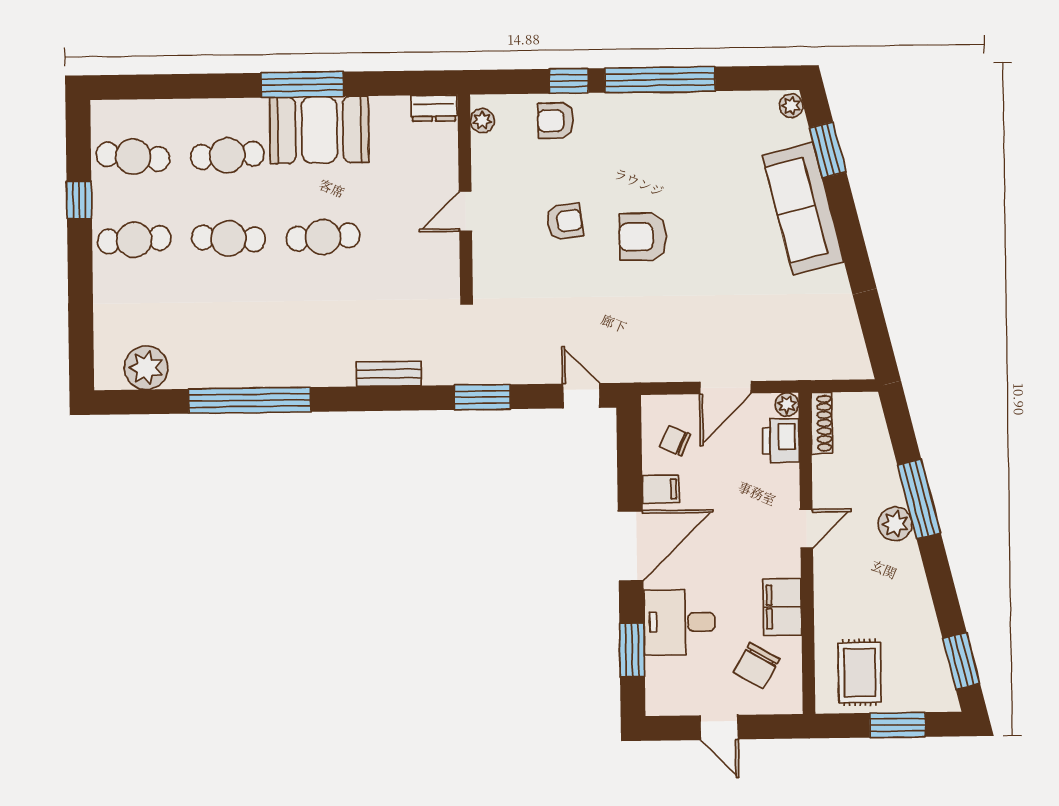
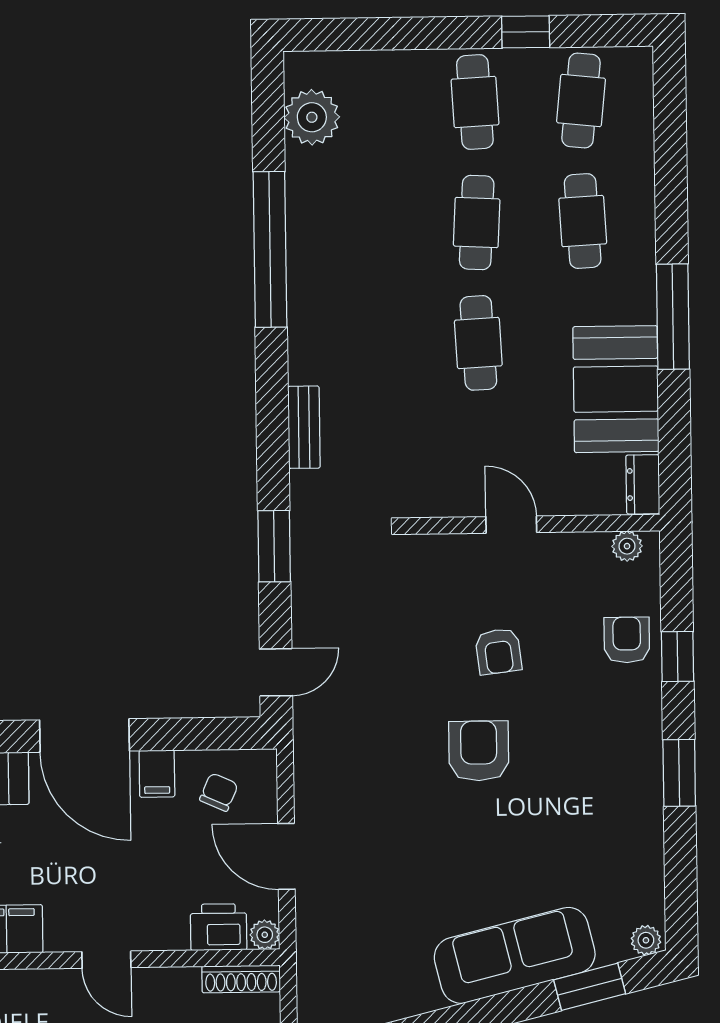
window: (660, 80) -> (679, 773), width x0.47
booth: (319, 130) -> (616, 389), moved

